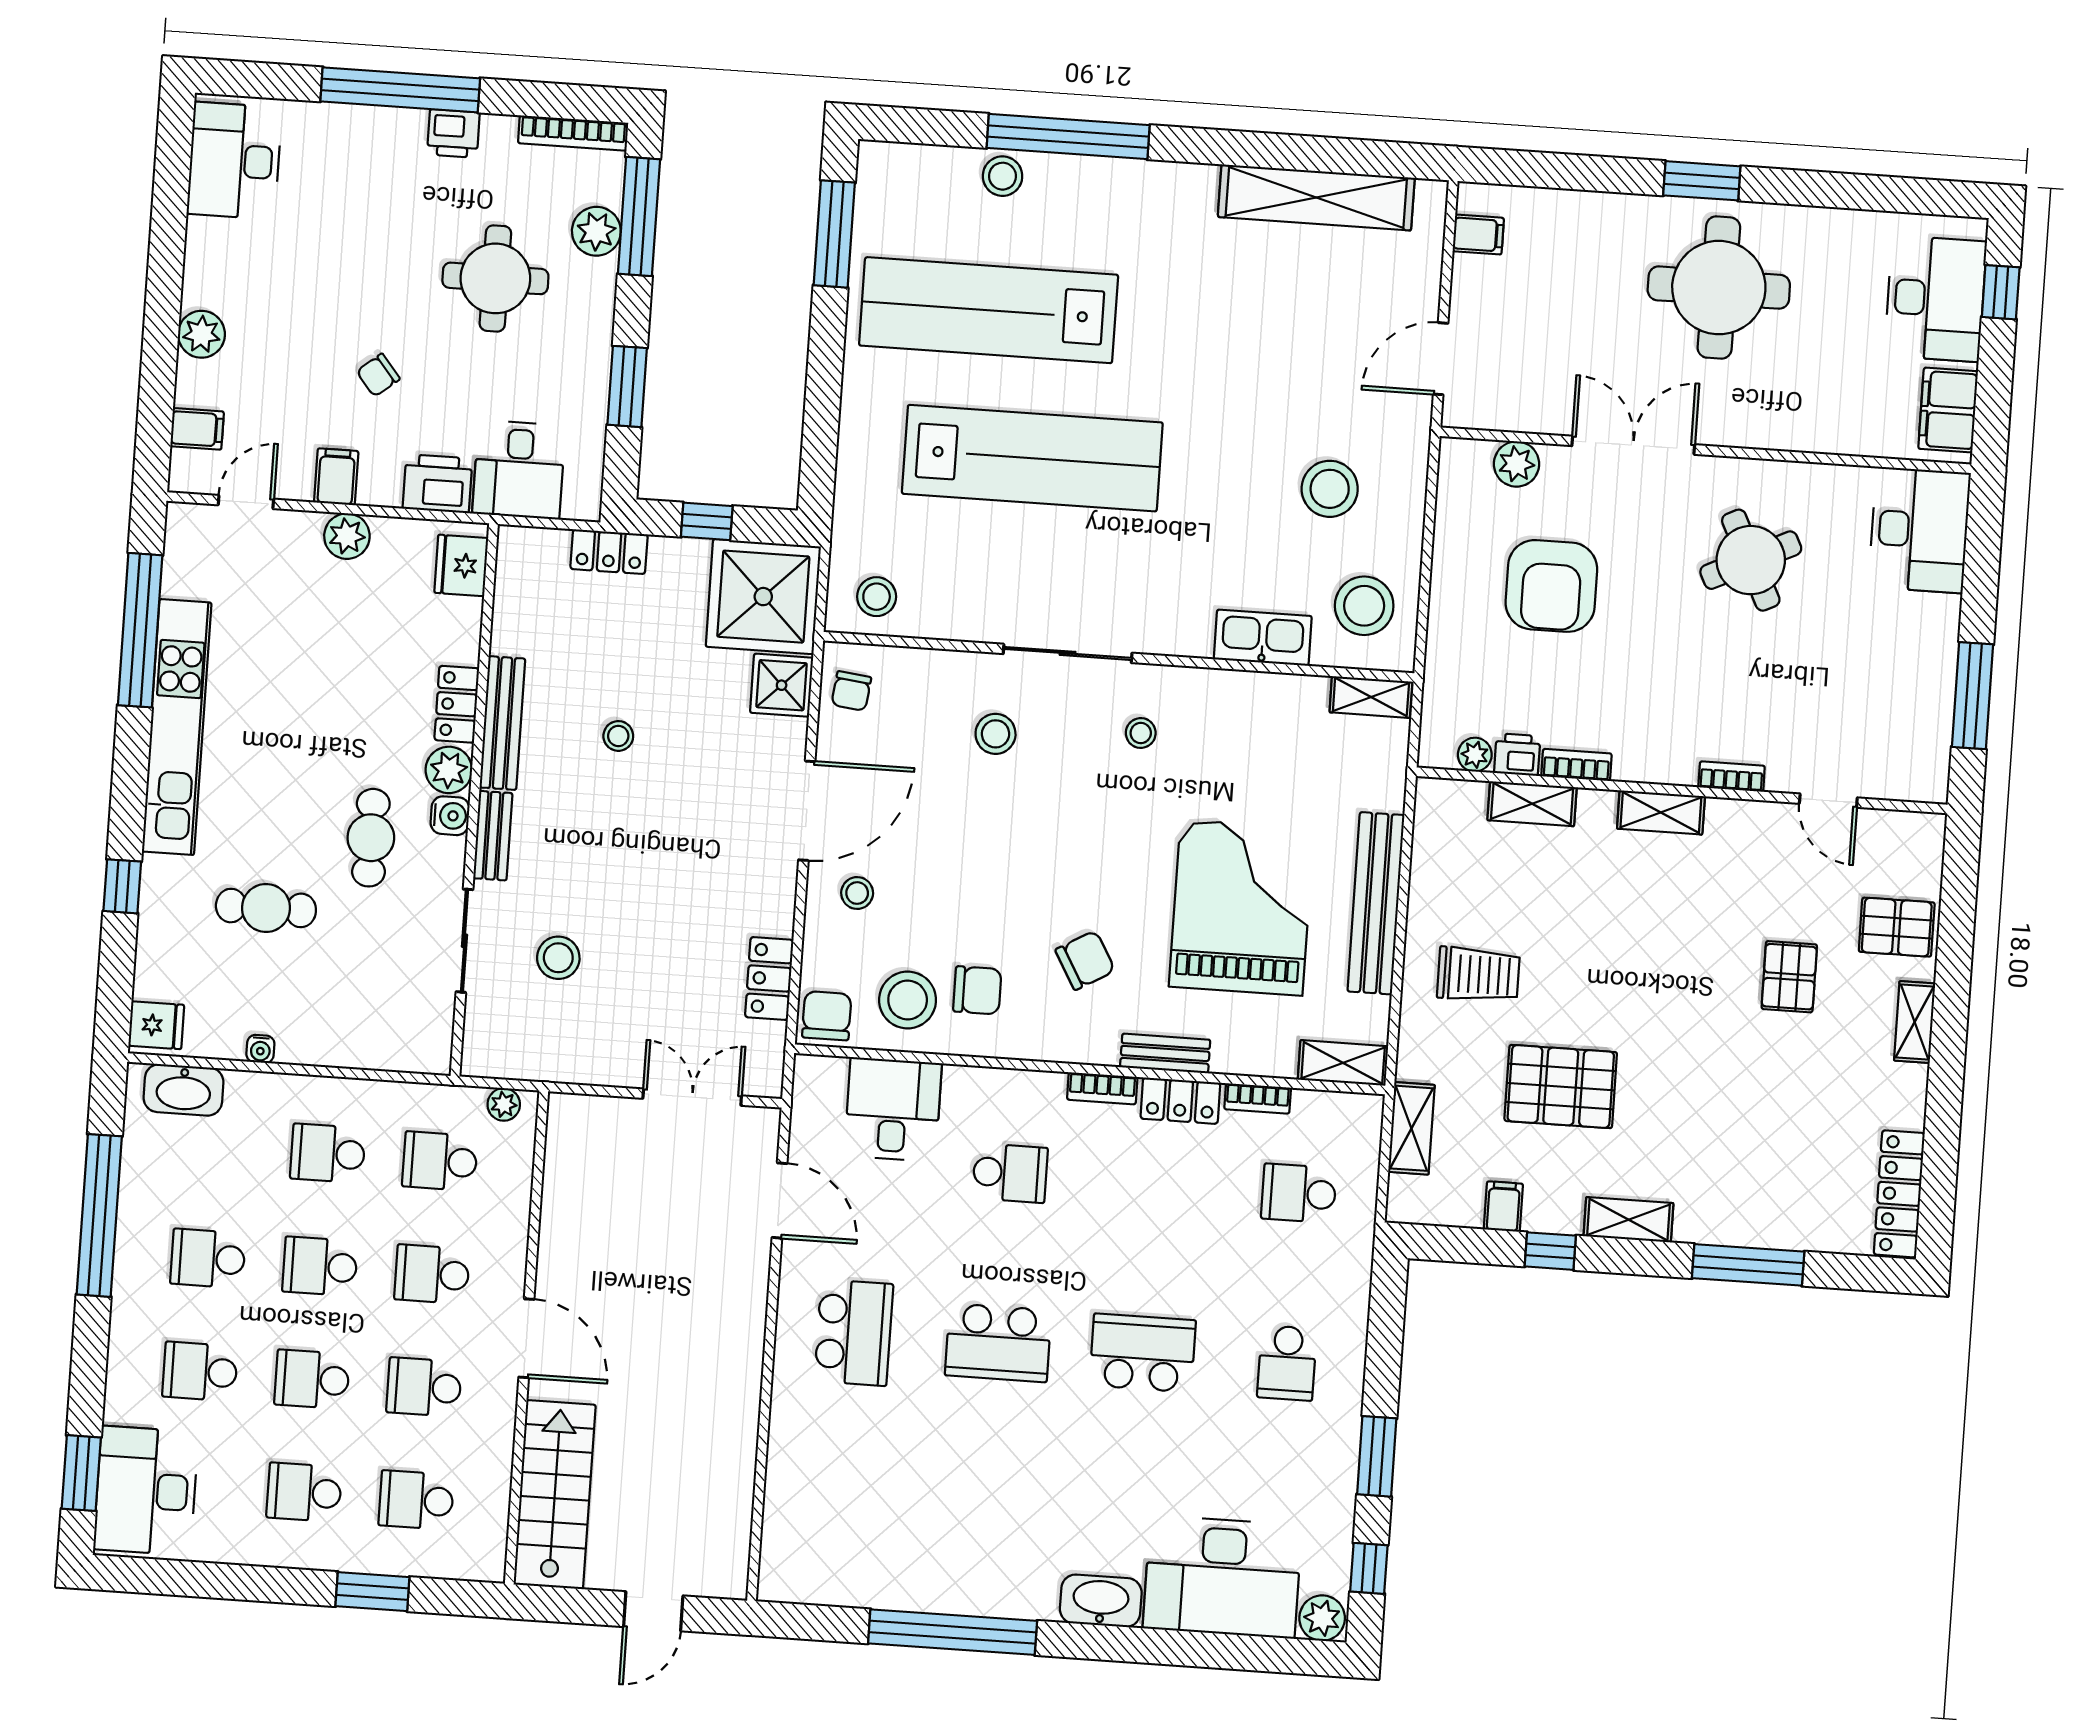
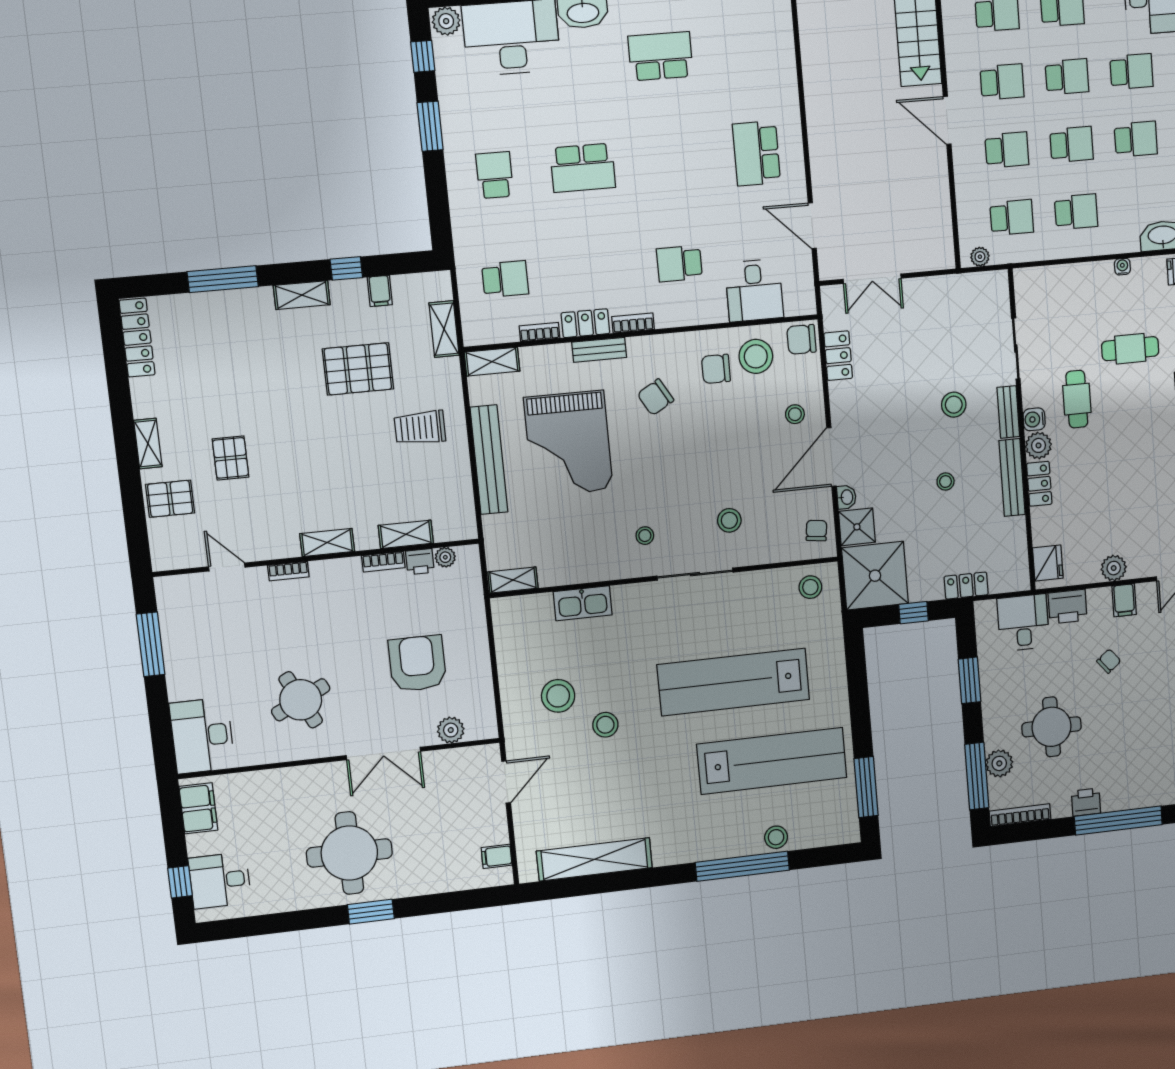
desk: (1936, 299) -> (220, 880), width x0.73
stool: (1364, 606) -> (605, 725), moved, width x0.73, depth x0.73
washbasin: (792, 739) -> (846, 497), added
stool: (558, 958) -> (954, 405), moved
chair: (827, 1016) -> (801, 339), turned 90
school desk: (998, 1343) -> (661, 56), moved

